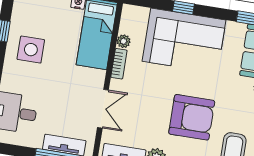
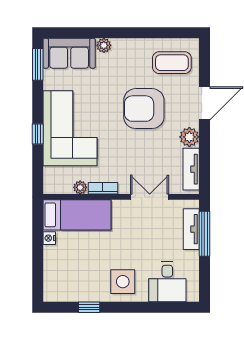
side table: (31, 50) -> (123, 282), moved
armchair: (192, 117) -> (144, 109), turned -90

